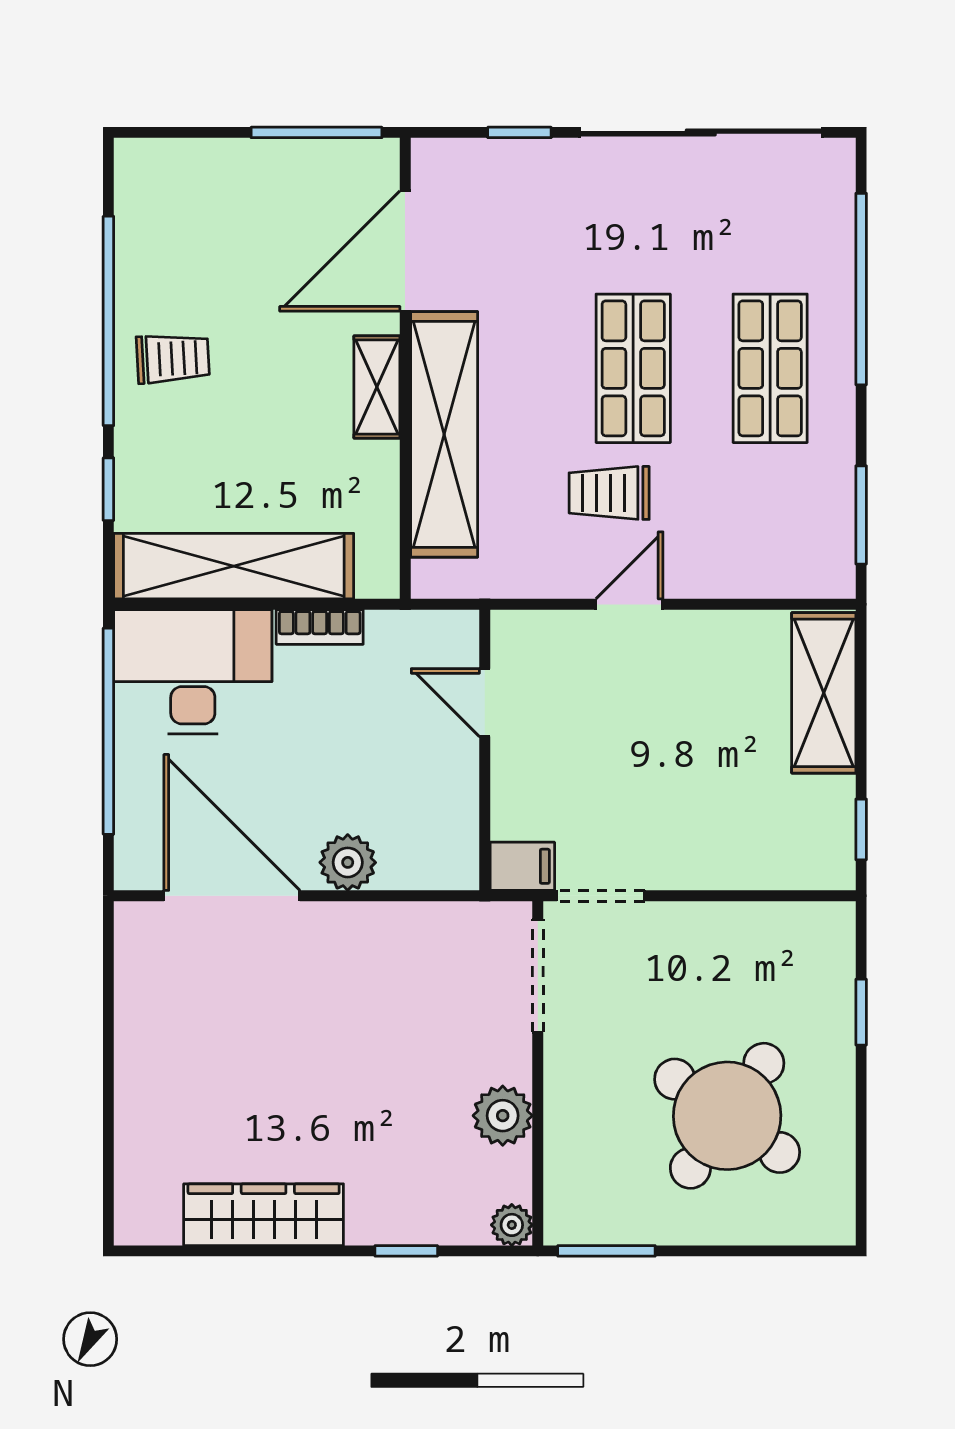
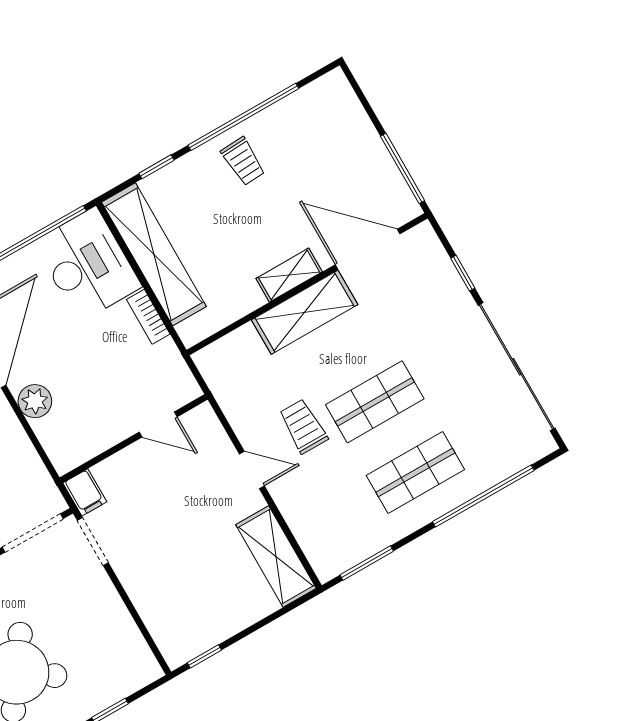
shelving: (444, 434) -> (305, 312), width x0.68
shelving: (824, 693) -> (276, 557), moved, turned 90
door: (485, 703) -> (158, 424), swing flipped

